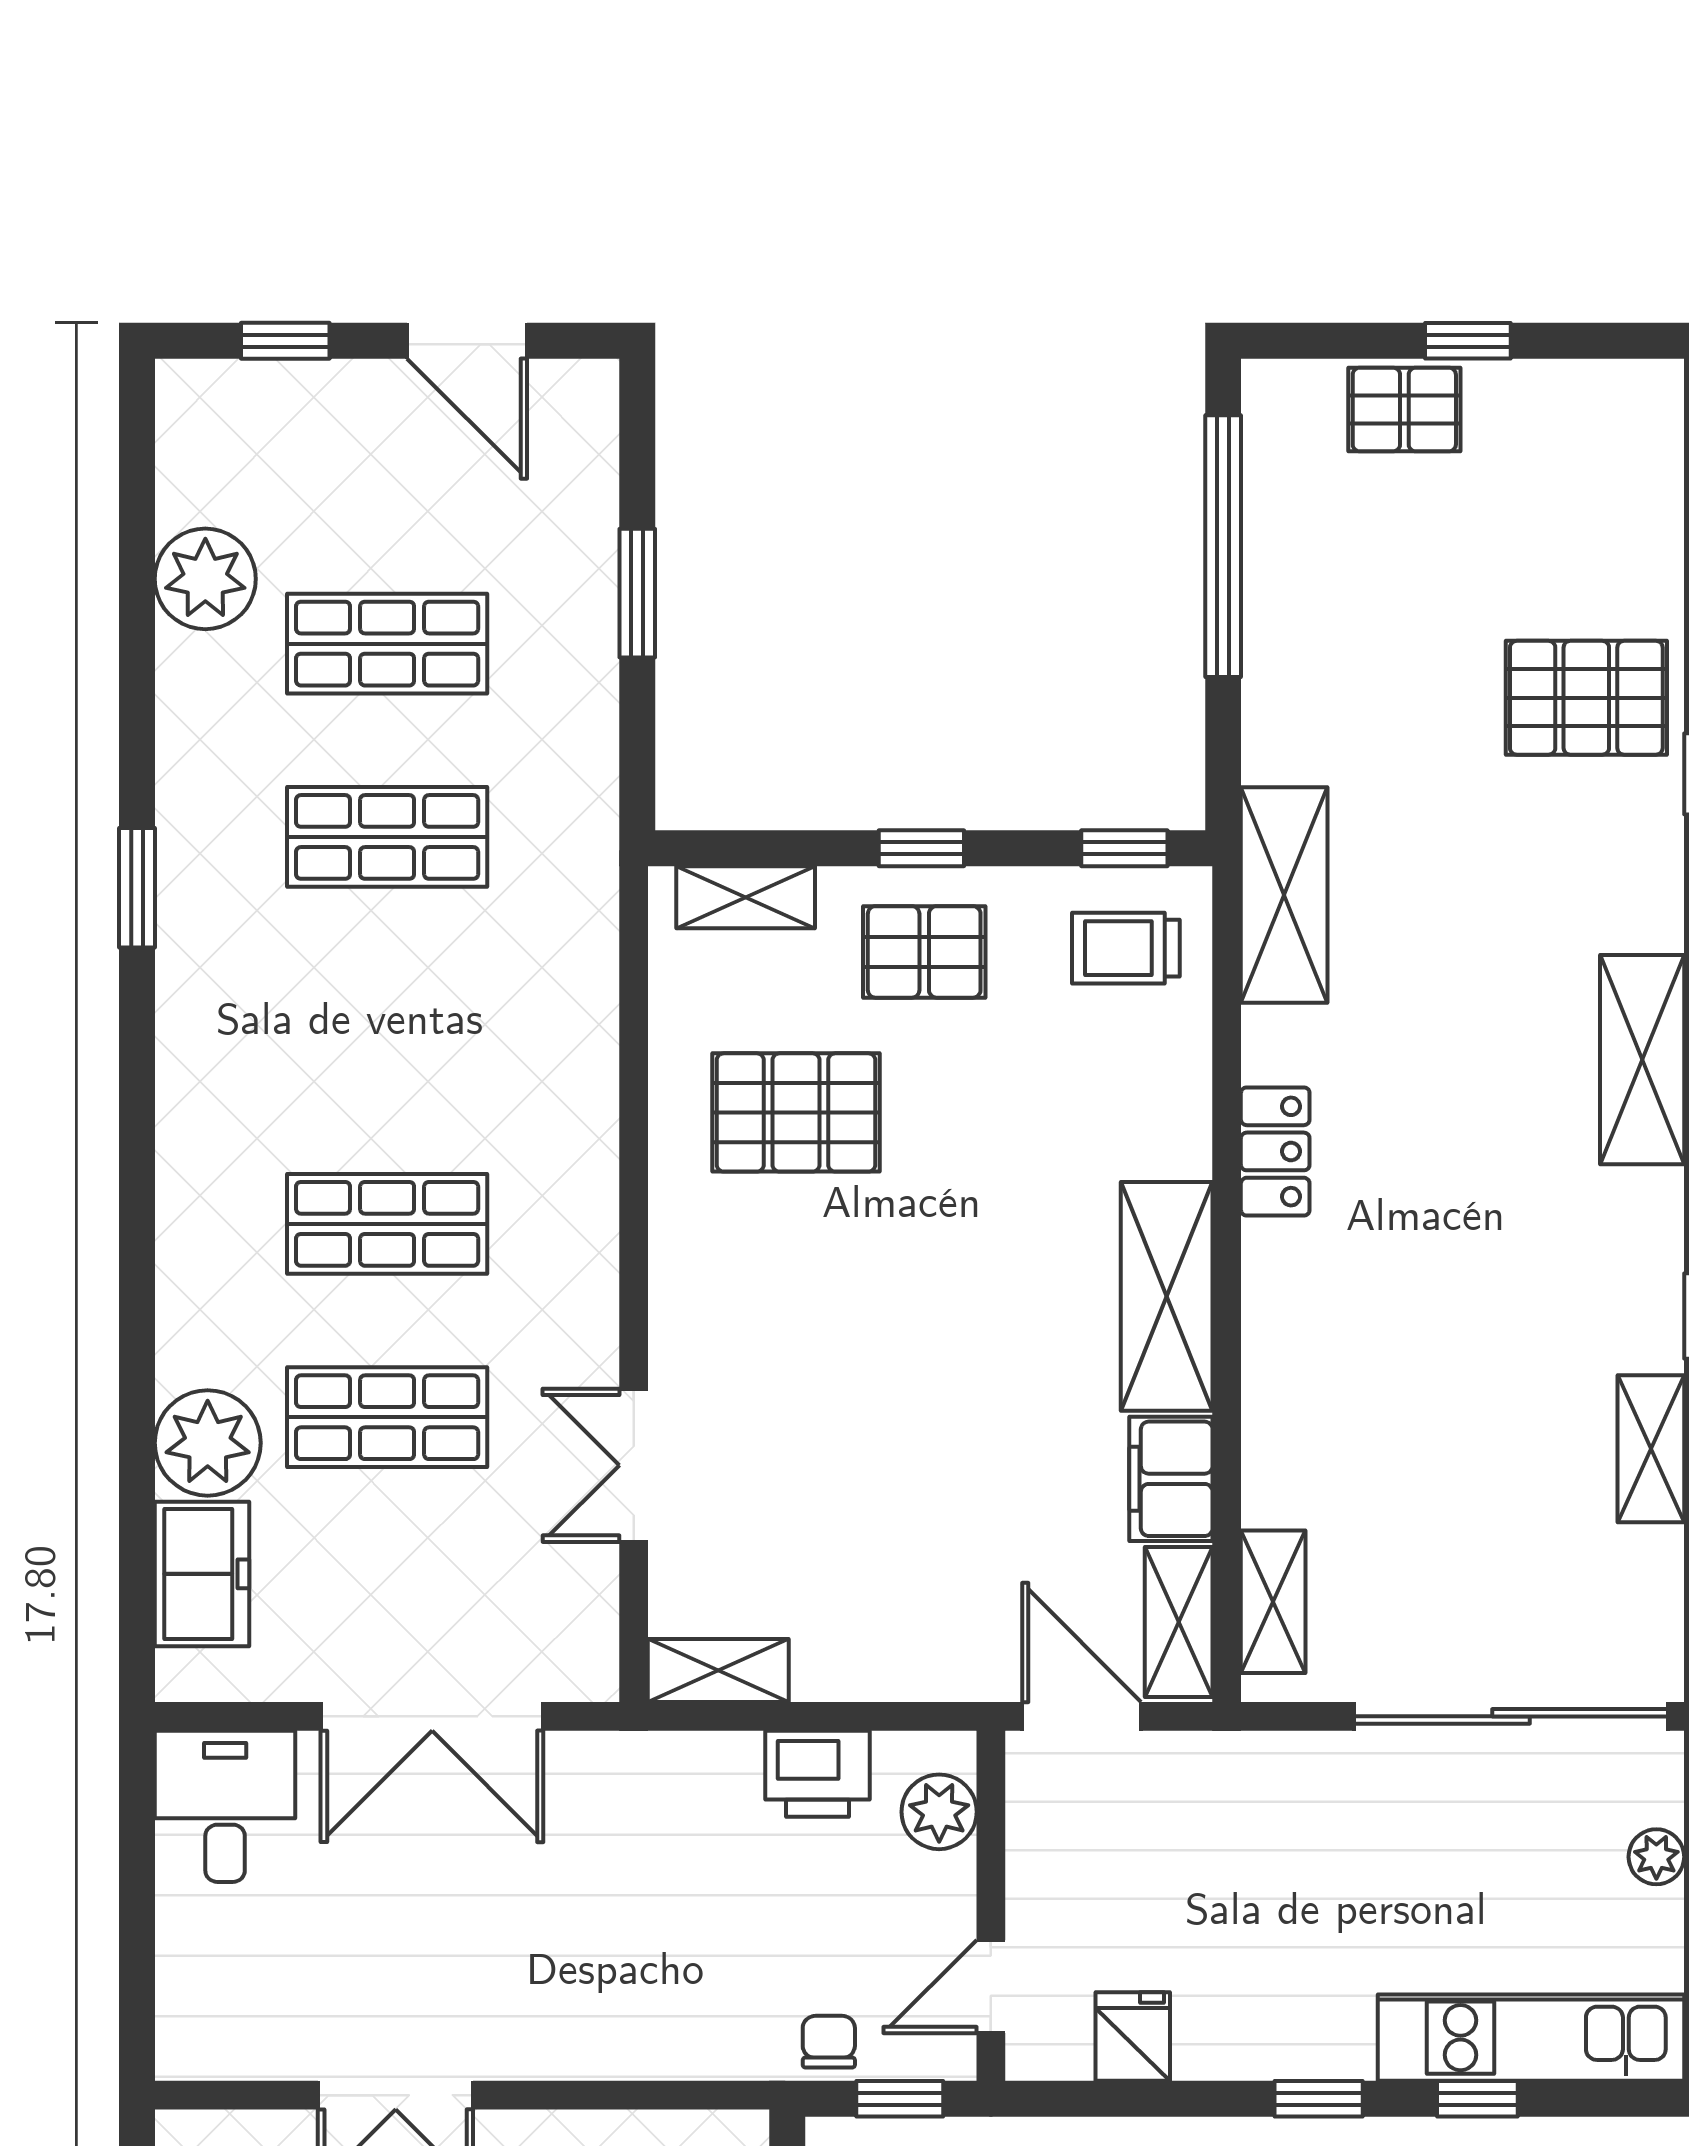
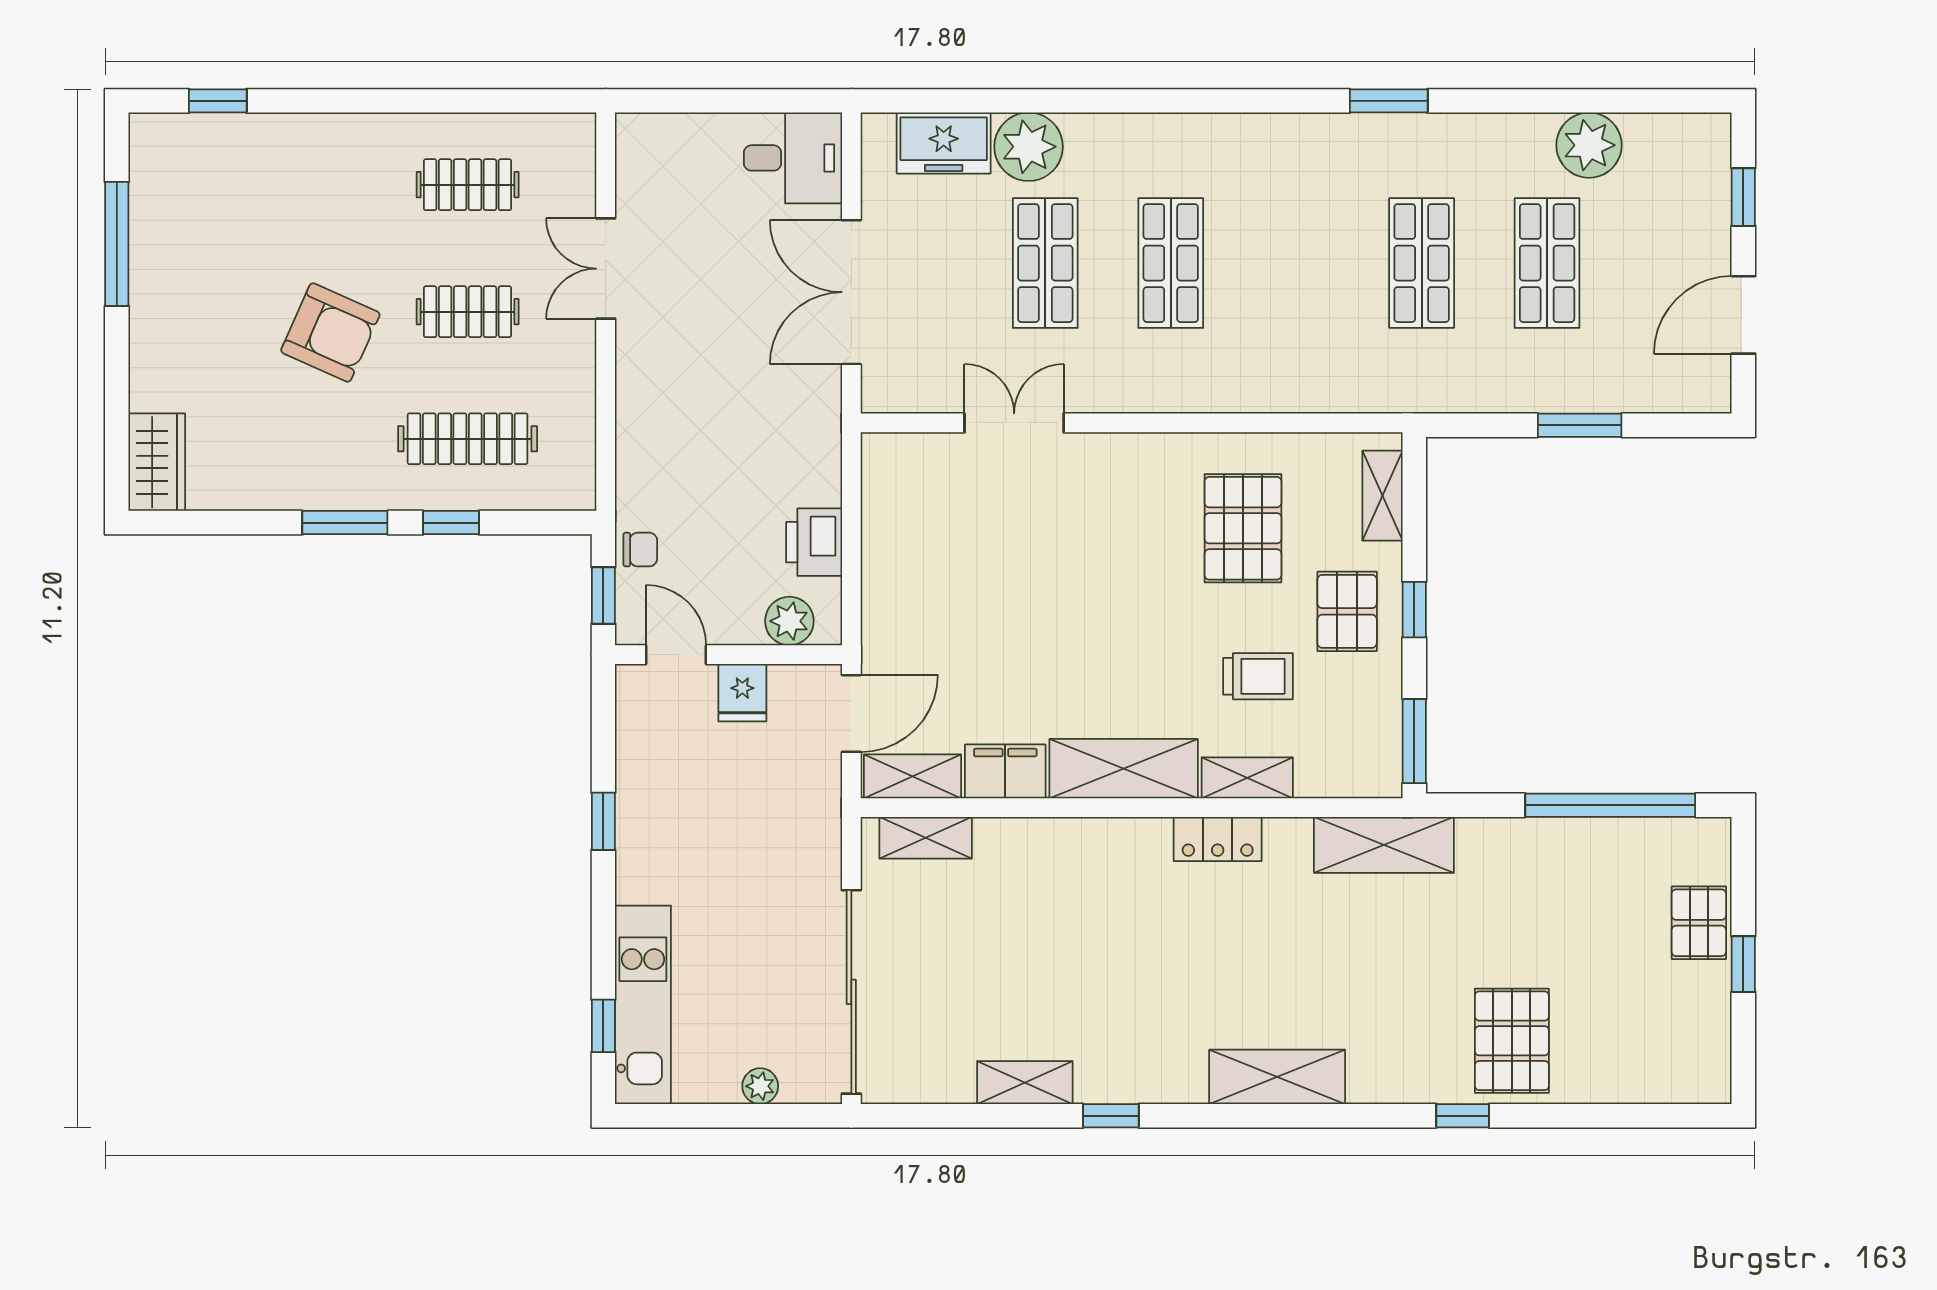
window: (1124, 848) -> (1414, 741), width x1.50
trolley: (1126, 948) -> (1258, 676), moved, turned 90
shelving: (718, 1670) -> (1247, 778), moved, turned 90
fridge: (1133, 2037) -> (742, 693), moved, turned 90
window: (1319, 2099) -> (603, 821), moved
window: (1477, 2099) -> (603, 1026), moved

